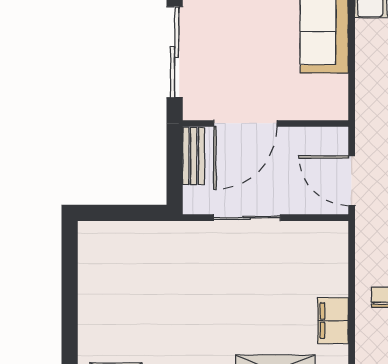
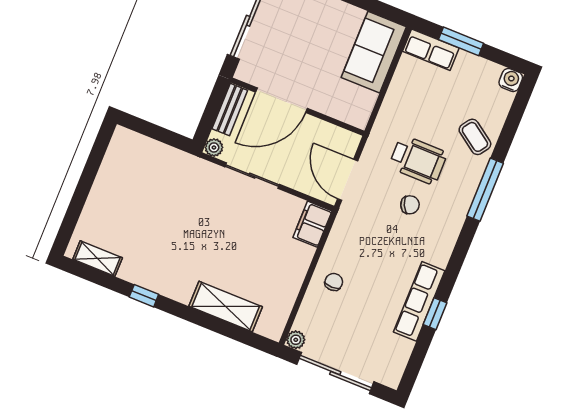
plant: (193, 204) -> (214, 147), added
filing cabinet: (333, 321) -> (313, 224), moved

